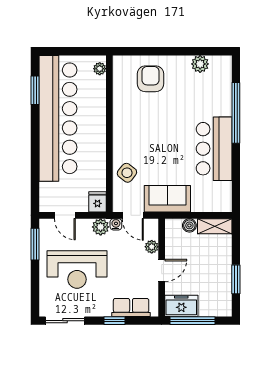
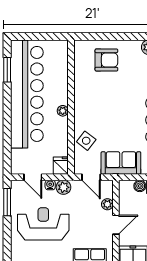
plant: (100, 69) -> (63, 111), moved
armchair: (150, 79) -> (106, 60), turned 90
water cooler: (116, 224) -> (50, 185), moved
reception desk: (77, 270) -> (43, 224), turned 180

